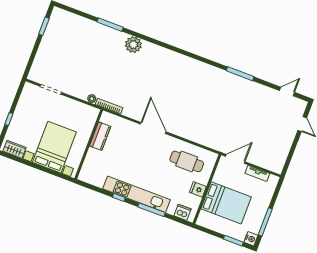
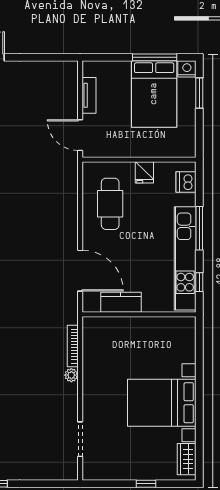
door: (153, 128) -> (80, 271), swing flipped
kitchen counter: (100, 136) -> (121, 302), moved
wall: (89, 144) -> (139, 314), moved
bed: (226, 203) -> (154, 94), moved, turned 180

